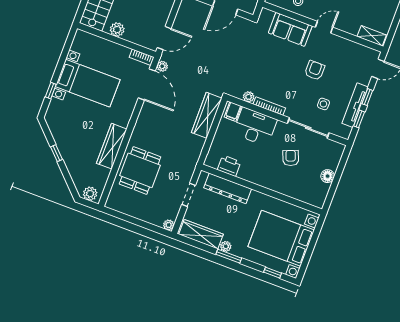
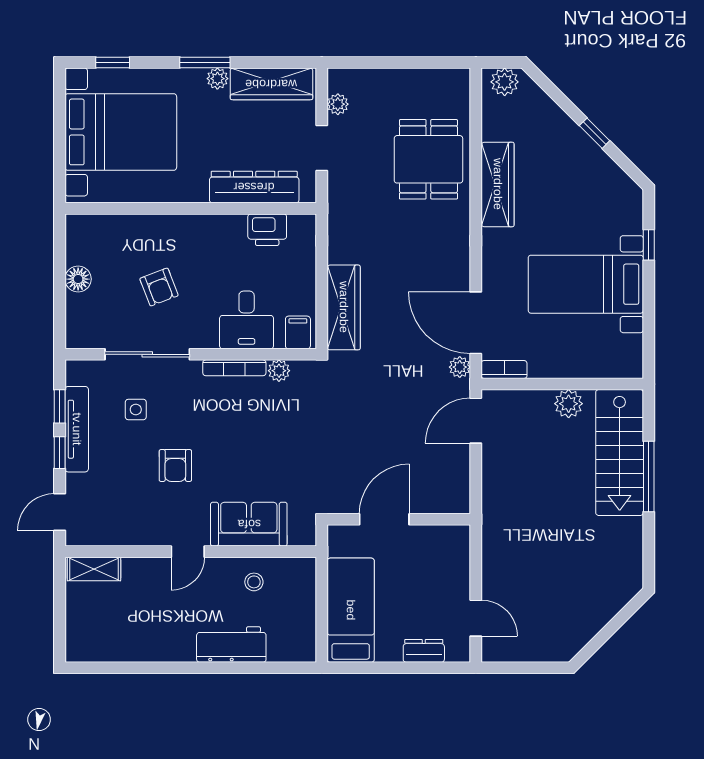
desk: (255, 127) -> (247, 320), width x0.73
plant: (169, 225) -> (338, 104), moved

